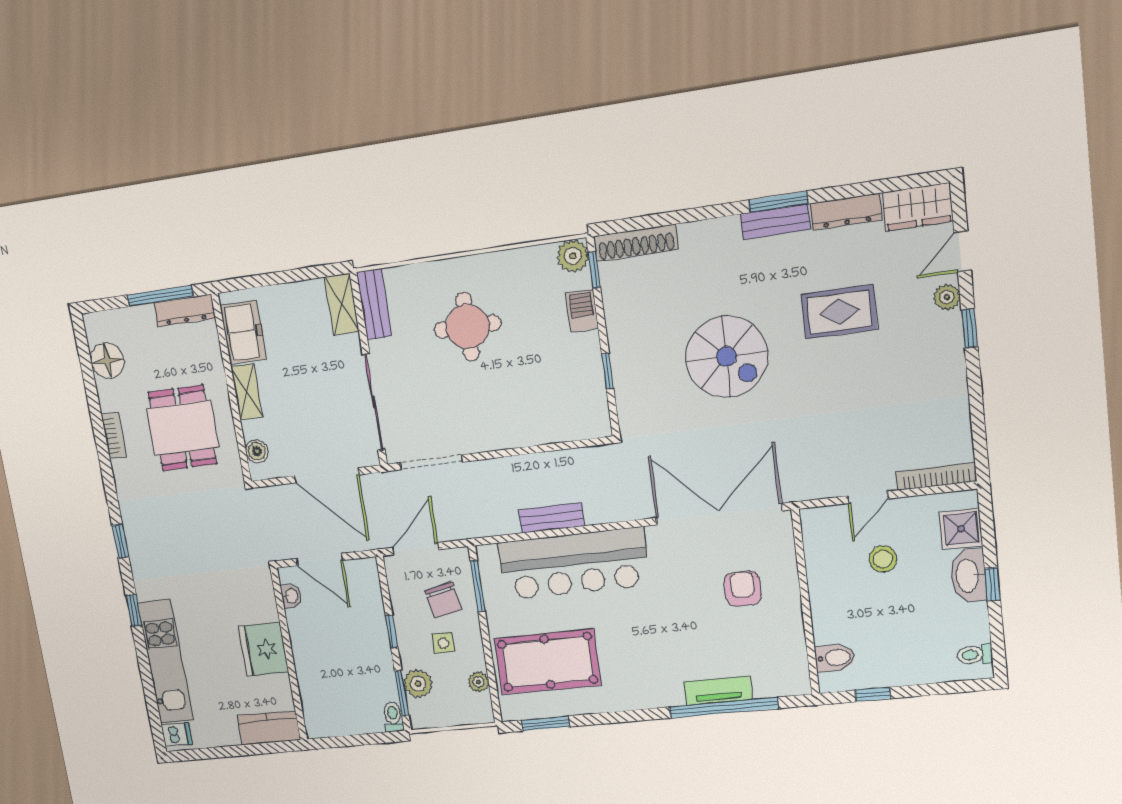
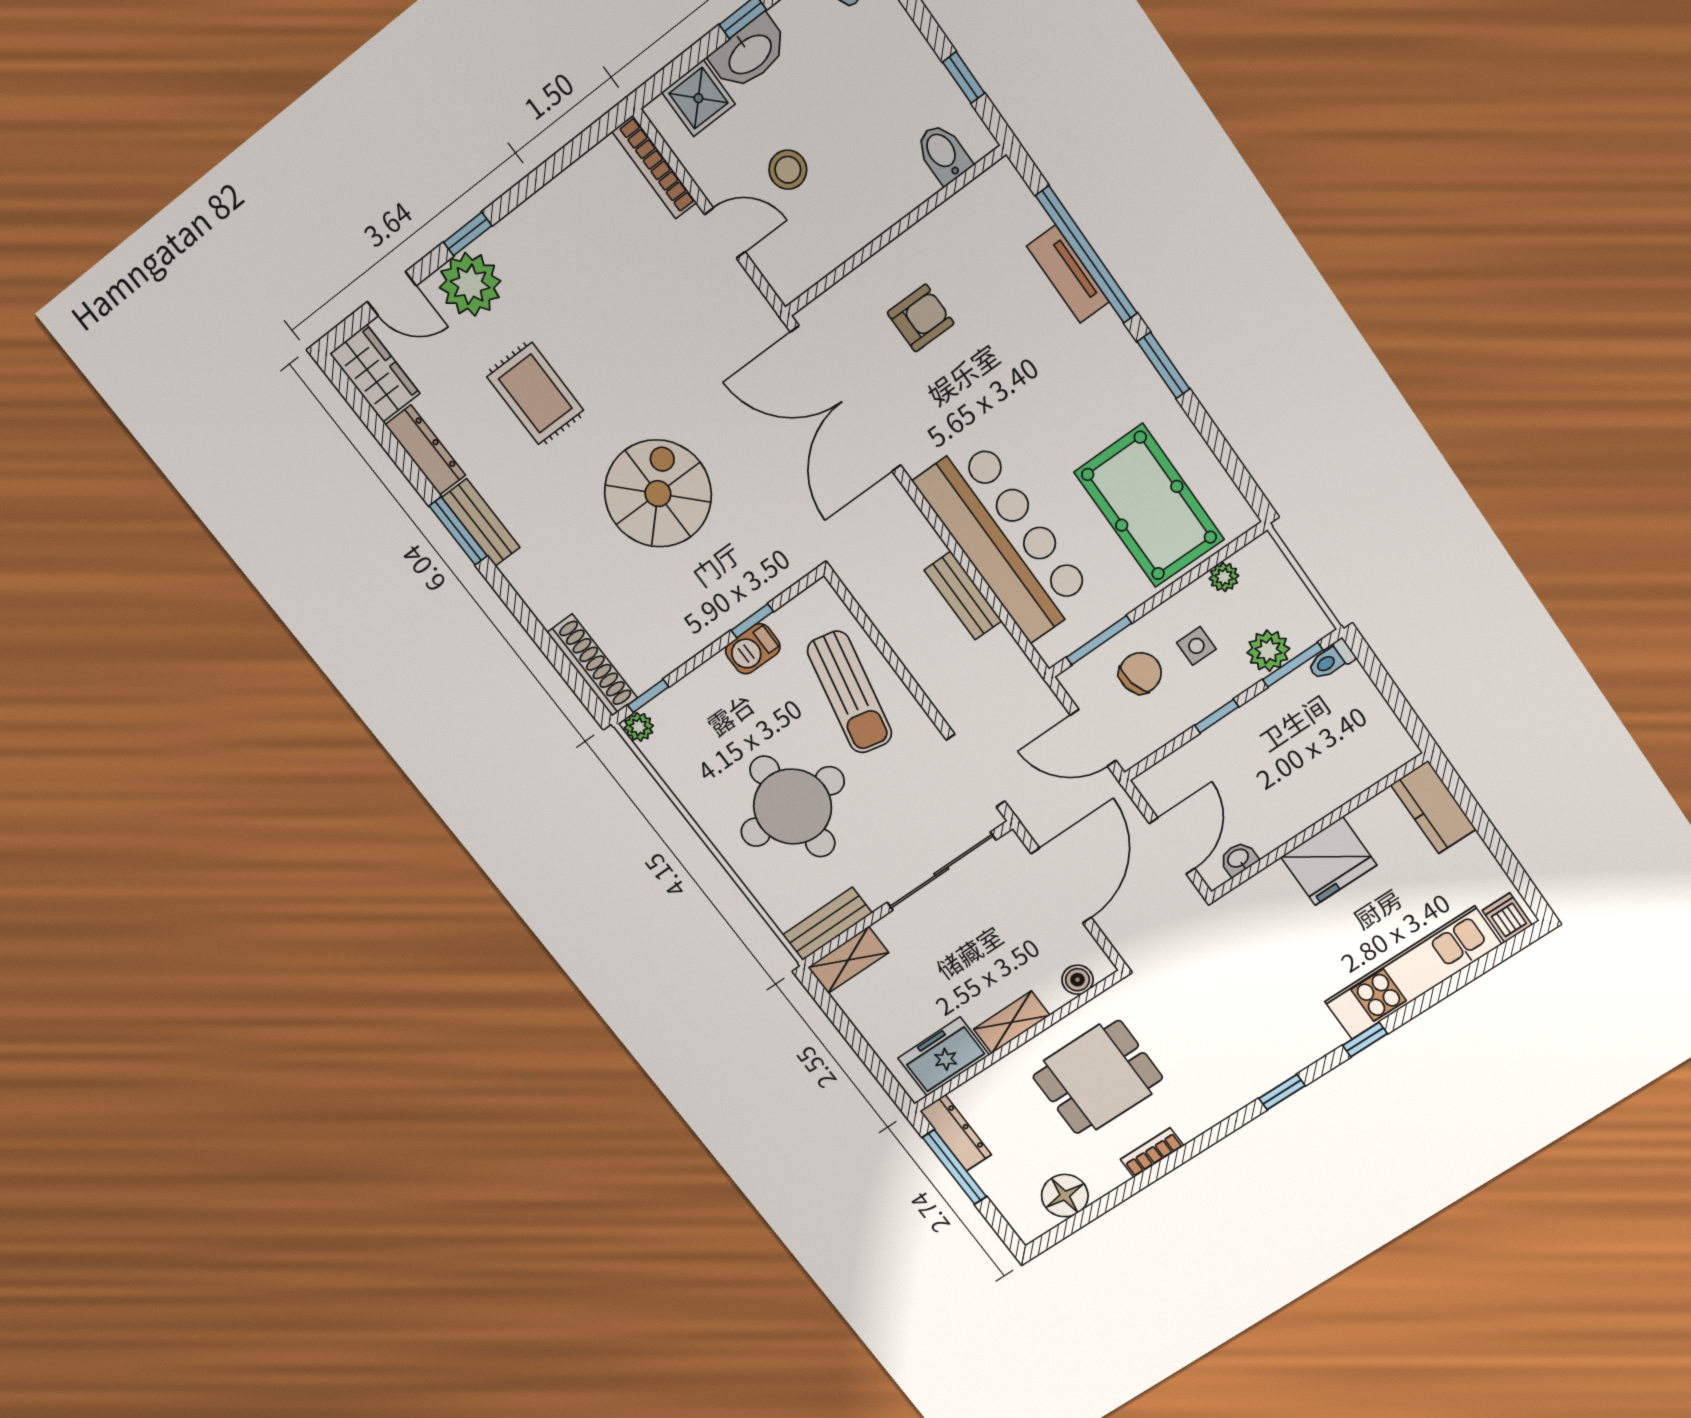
plant: (573, 256) -> (639, 727), width x0.73, depth x0.73
plant: (947, 297) -> (470, 284), width x1.87, depth x1.87
barbecue: (582, 311) -> (753, 649), moved
round table: (467, 326) -> (793, 807), width x1.36, depth x1.36
sun lounger: (526, 409) -> (850, 692), added
armchair: (743, 589) -> (921, 318), turned 180
window: (545, 723) -> (1163, 365), moved

